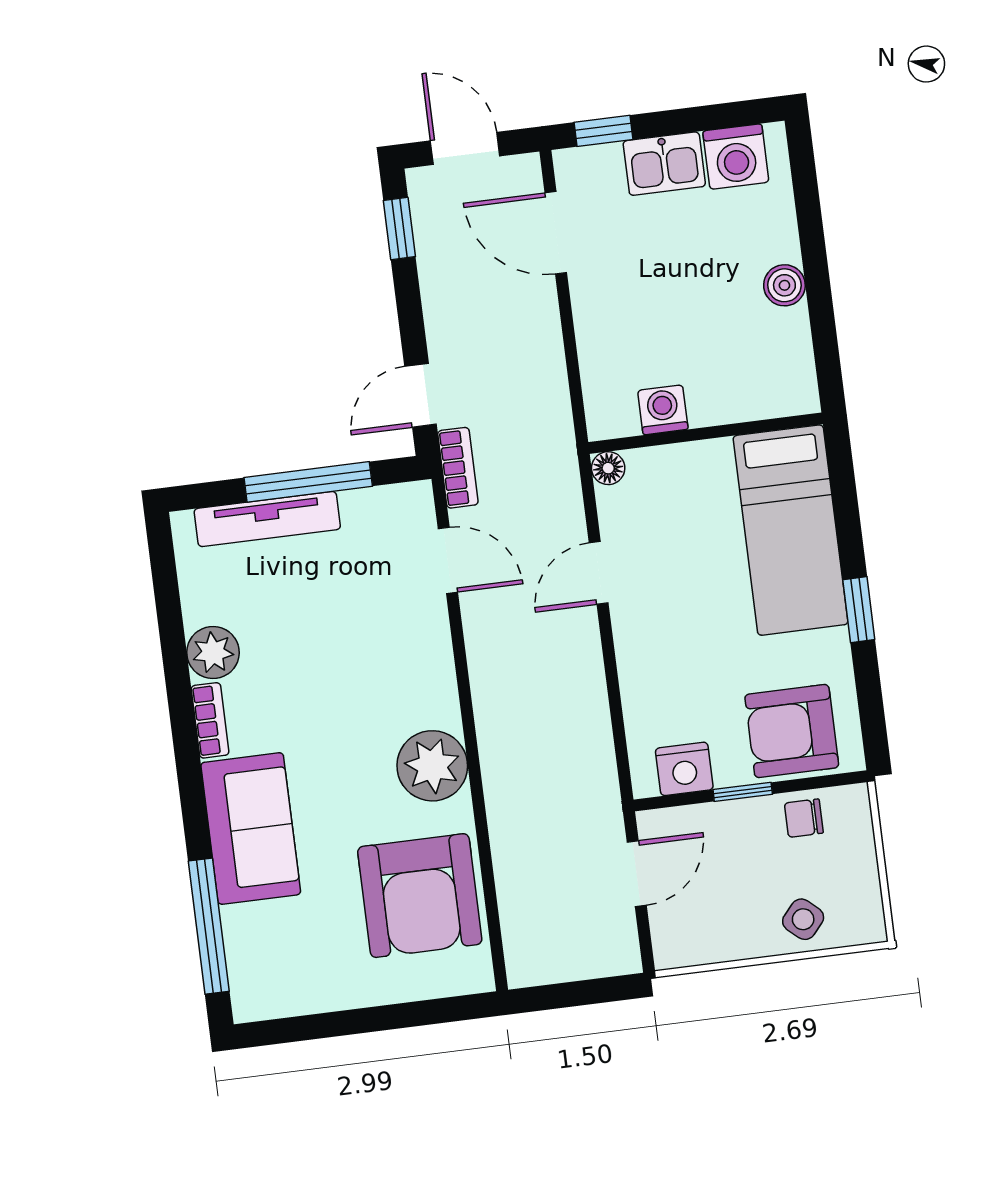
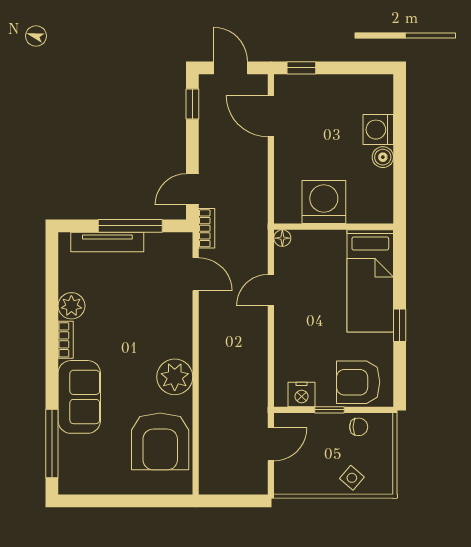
washing machine: (736, 157) -> (378, 130), moved, turned 90
kitchen sink: (664, 164) -> (330, 88), removed
washing machine: (663, 410) -> (324, 202), width x1.89, depth x1.89
chair: (804, 818) -> (359, 427), turned 180

